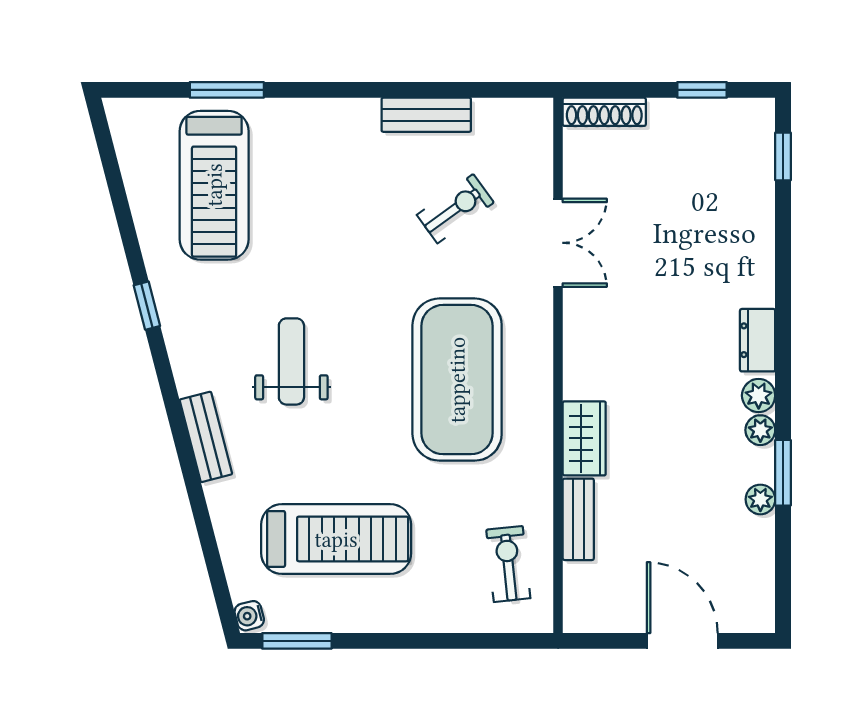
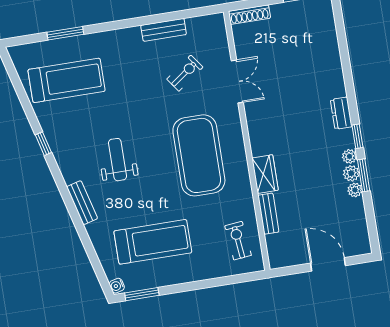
window: (783, 156) -> (357, 136), moved
treadmill: (214, 185) -> (67, 80), turned -90
plant: (759, 396) -> (351, 173), moved

